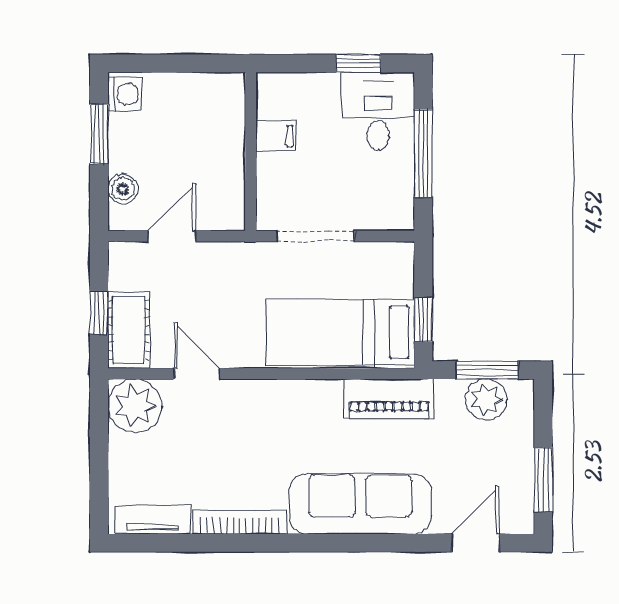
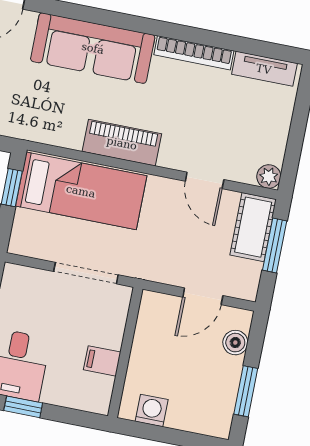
washing machine: (125, 94) -> (152, 411), moved, turned 90
window: (99, 313) -> (275, 246), width x1.50
piano: (389, 399) -> (122, 143), moved
plant: (135, 406) -> (269, 176), width x0.53, depth x0.53

